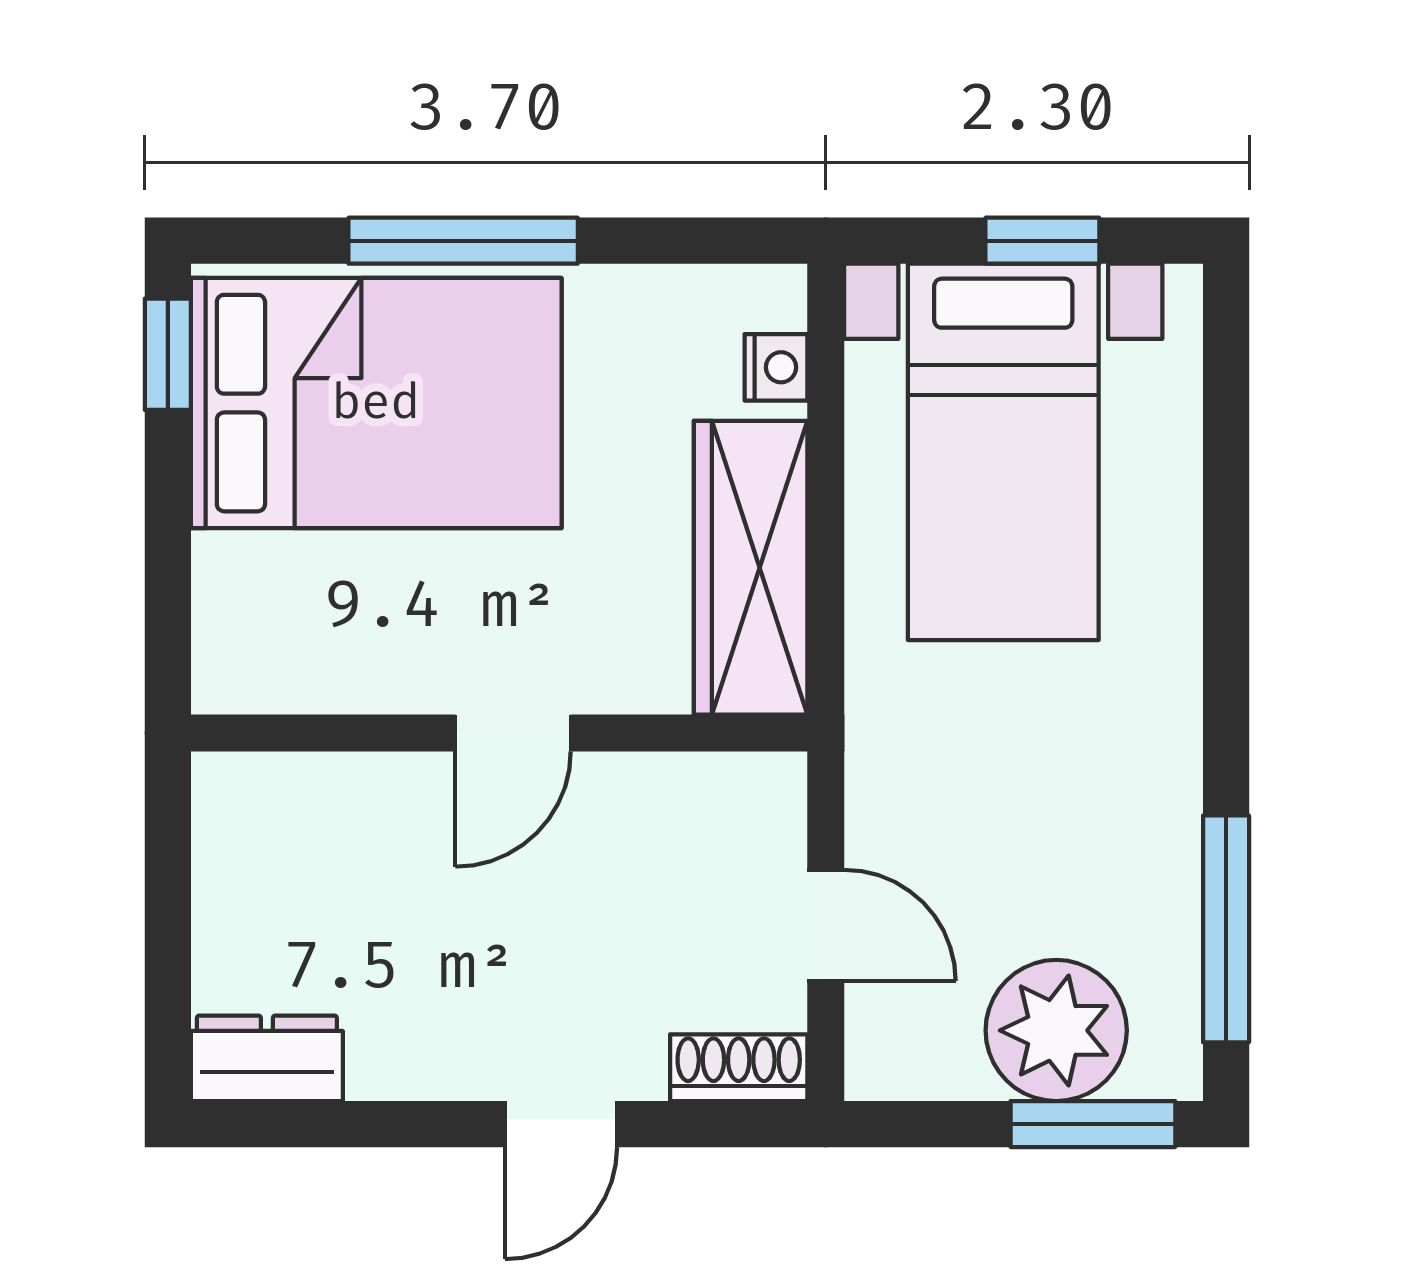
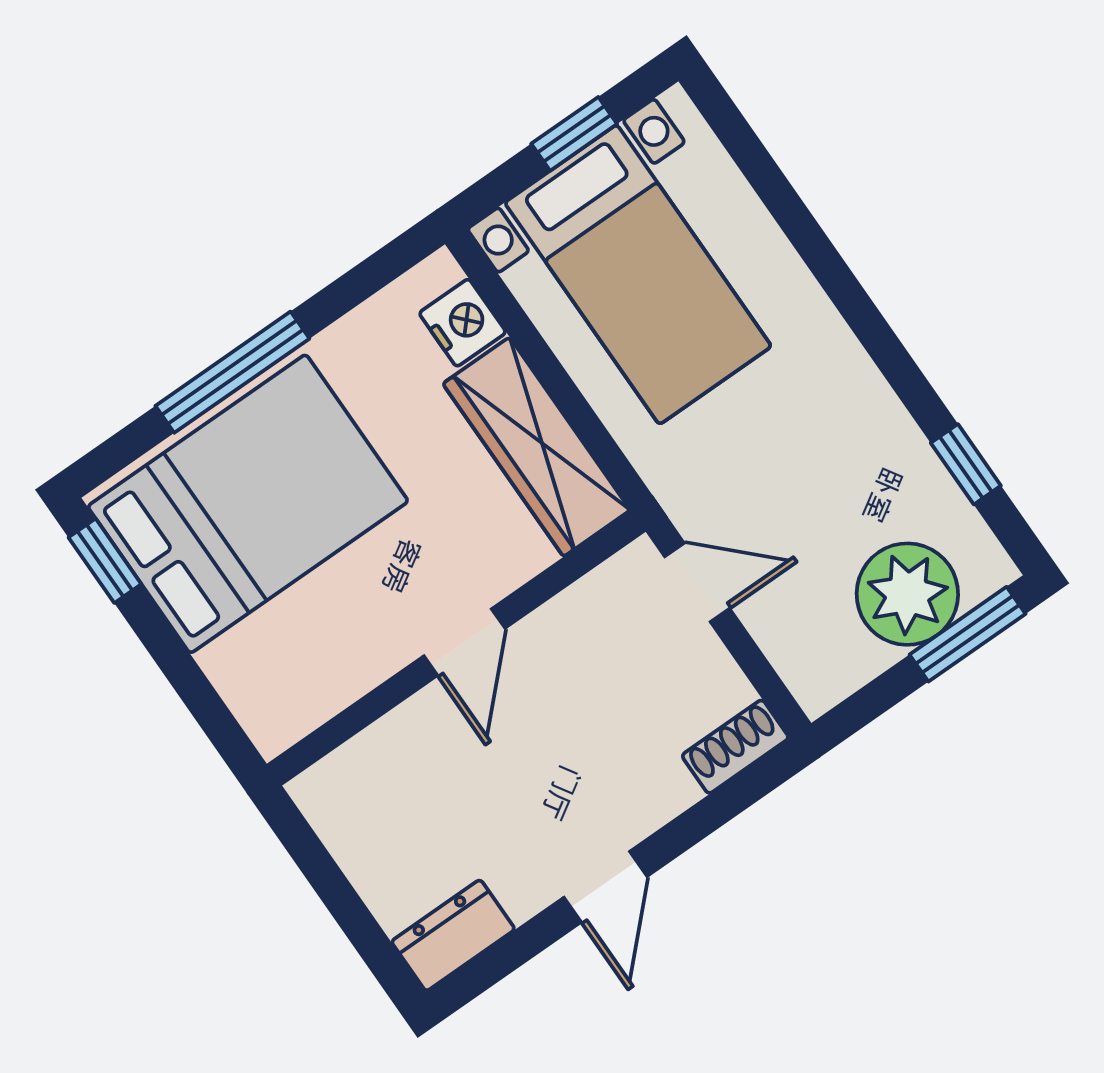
nightstand: (776, 367) -> (463, 323), width x1.39, depth x1.35
door: (826, 925) -> (697, 582), moved
window: (1226, 929) -> (966, 464), width x0.46
door: (561, 1124) -> (605, 887), moved

